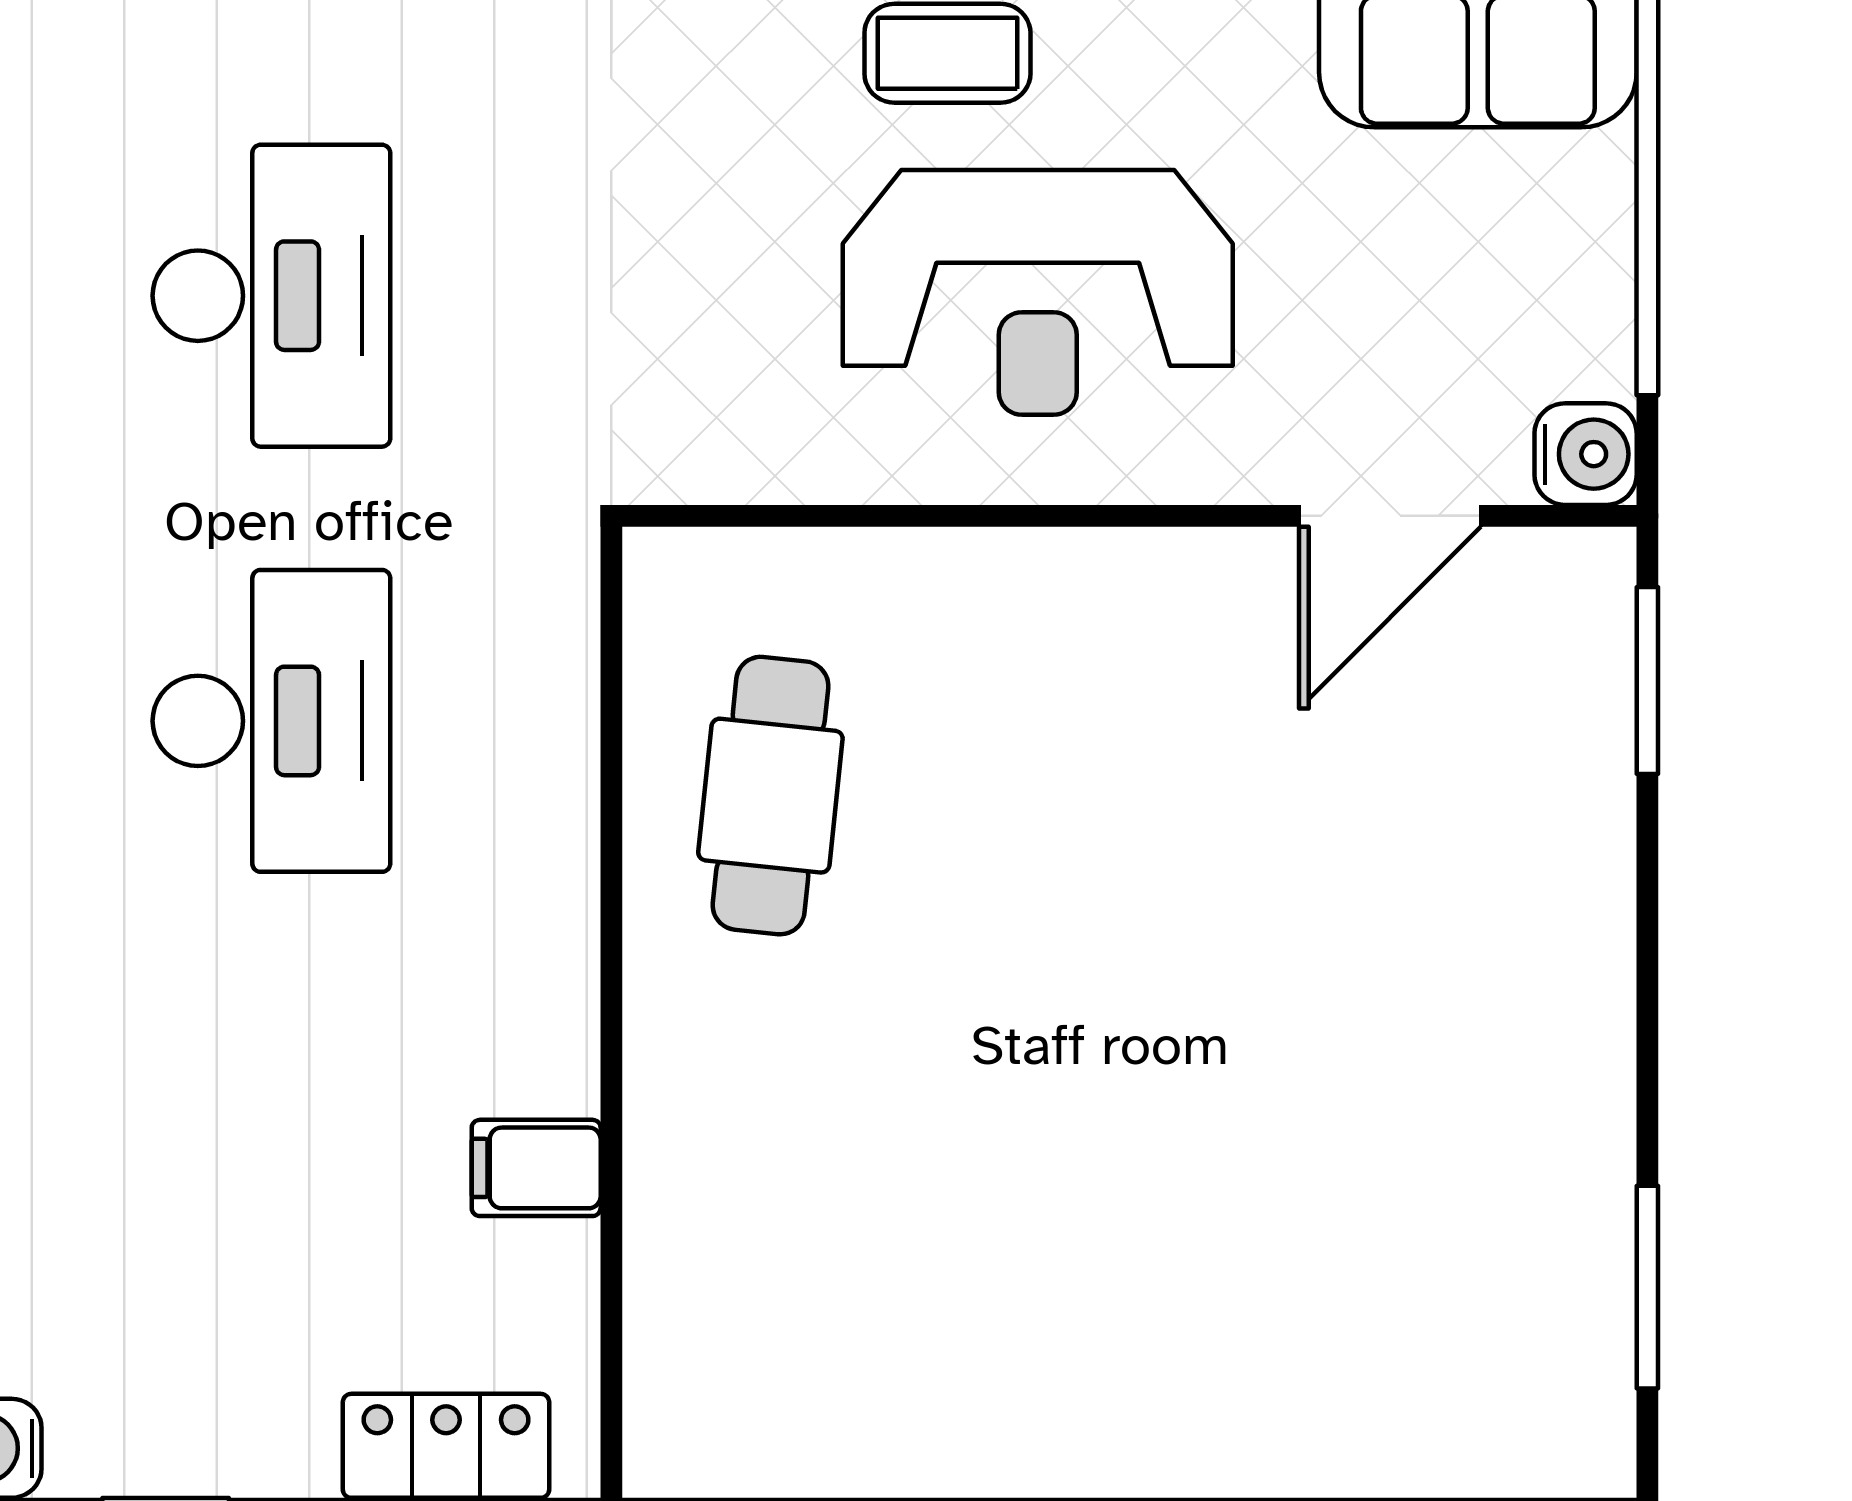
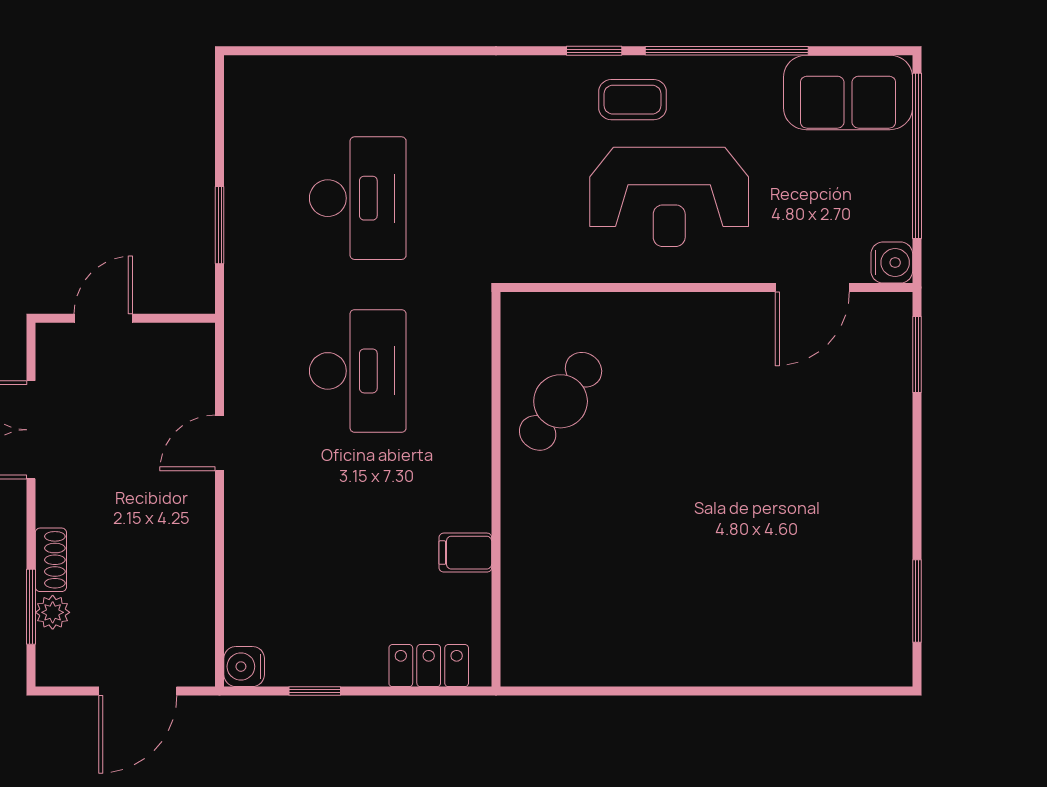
cafe table: (770, 796) -> (561, 401), turned 30

